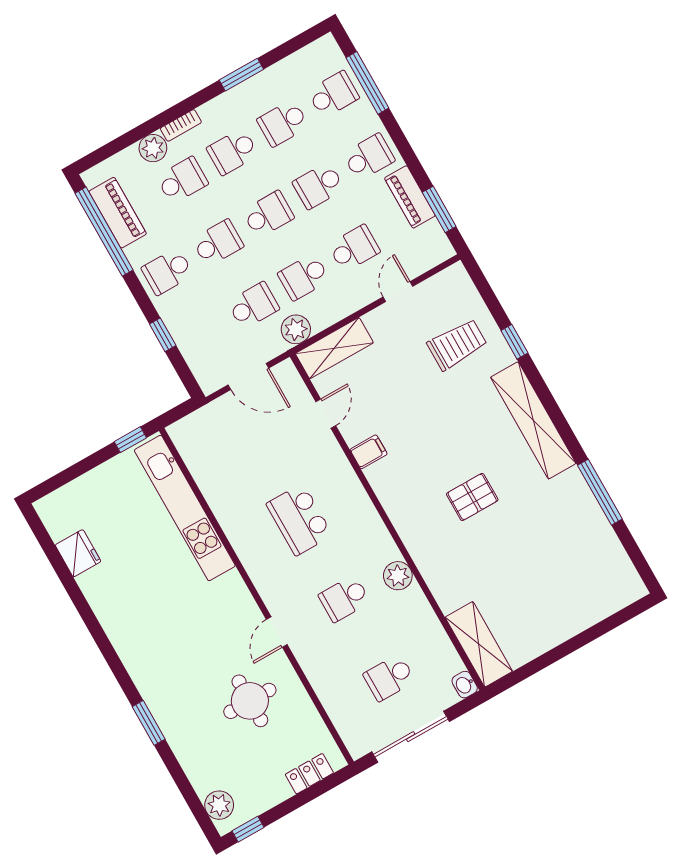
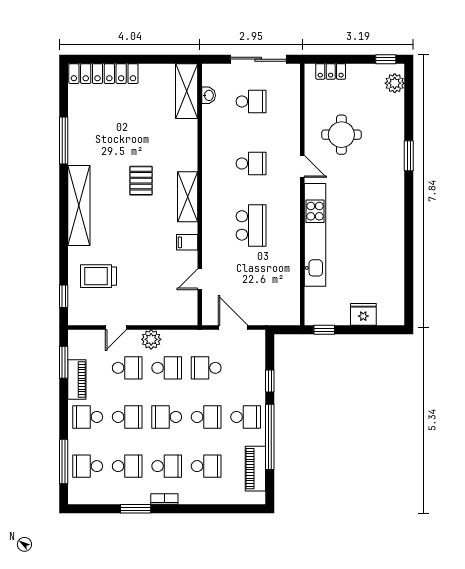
bookcase: (181, 125) -> (164, 499), moved
plant: (153, 148) -> (213, 495), removed
school desk: (182, 180) -> (206, 466), turned 180
window: (104, 232) -> (270, 437), moved
school desk: (218, 243) -> (206, 417), turned 180
school desk: (354, 248) -> (127, 368), turned 180
plant: (296, 329) -> (151, 339), moved
window: (514, 342) -> (64, 296), moved
shelving: (334, 348) -> (188, 197), moved, turned 90
pallet: (472, 497) -> (141, 181), turned 90
kitchen unit: (185, 508) -> (315, 235), moved
fridge: (78, 553) -> (363, 314), moved, turned 90
plant: (398, 576) -> (212, 159), removed
locker: (598, 606) -> (103, 74), added
door: (277, 632) -> (302, 166), hinge flipped
washbasin: (465, 685) -> (209, 95), moved

